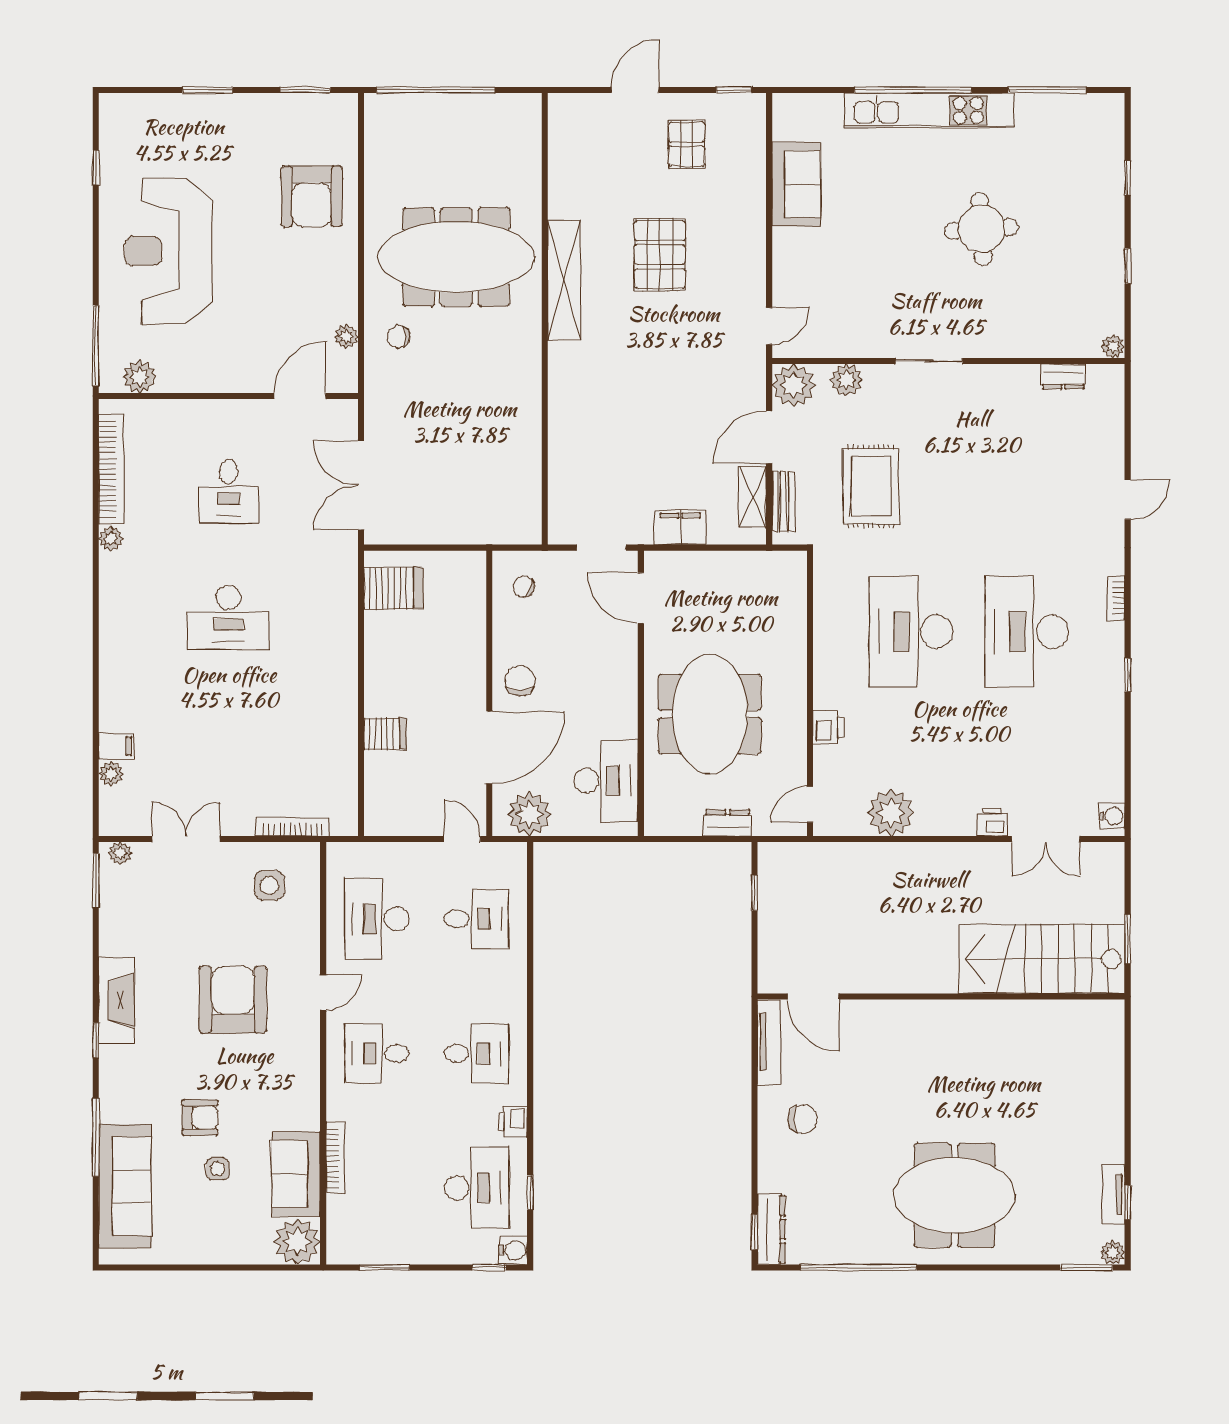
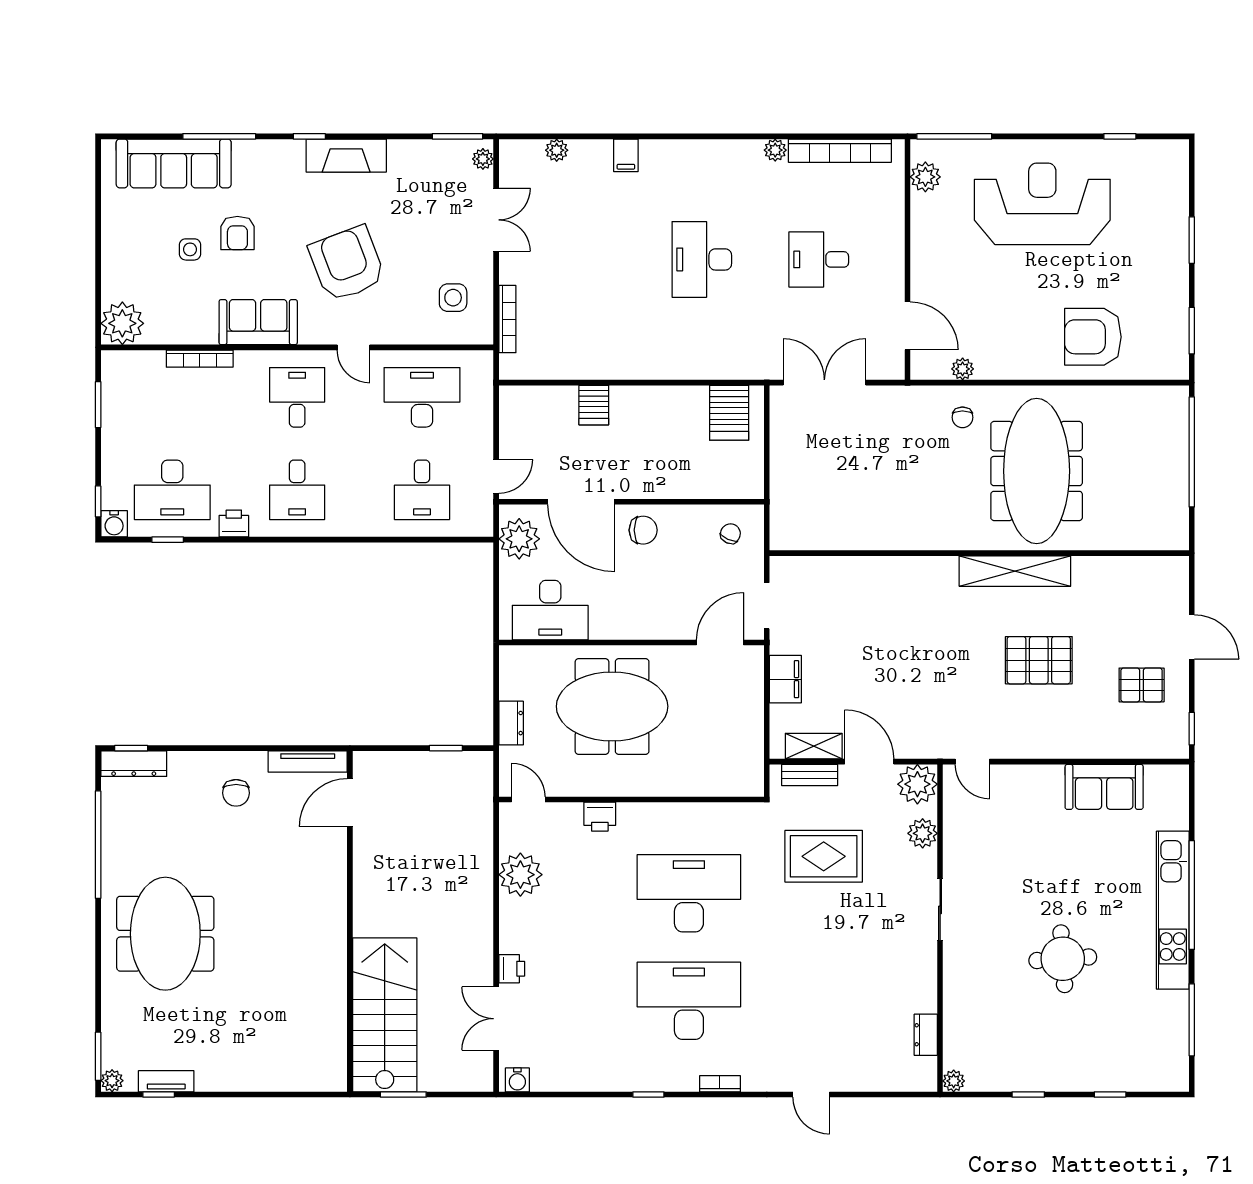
chair: (398, 337) -> (962, 417), turned 180
filing cabinet: (116, 746) -> (626, 155), moved
armchair: (233, 1000) -> (347, 264), turned -111
sofa: (296, 1174) -> (258, 322), moved

